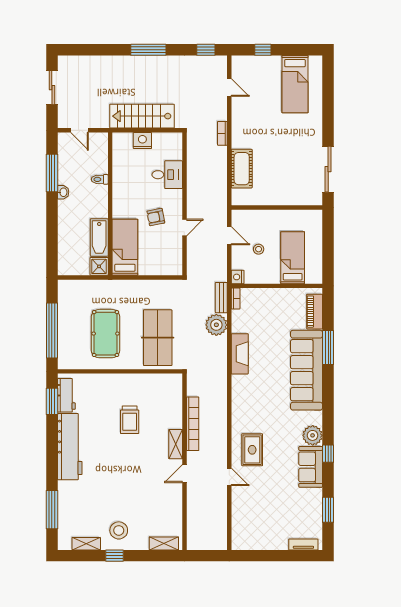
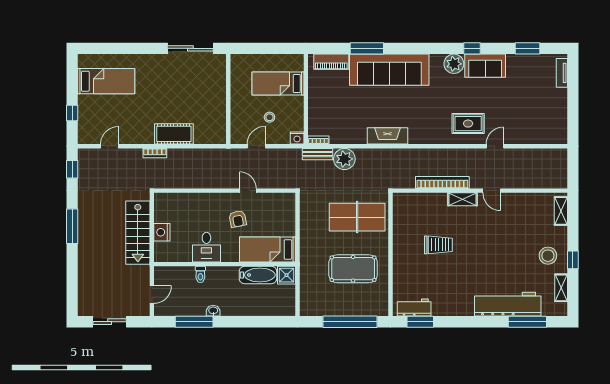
cot: (242, 169) -> (174, 134), moved
desk: (167, 175) -> (206, 247), moved, turned 180
fireplace: (240, 354) -> (387, 136), moved
workbench: (70, 447) -> (508, 304), moved

